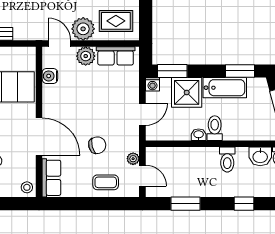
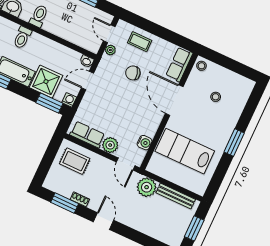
plant: (83, 29) -> (147, 187), moved
toilet: (215, 128) -> (22, 37), moved
washbasin: (199, 135) -> (87, 61), moved

